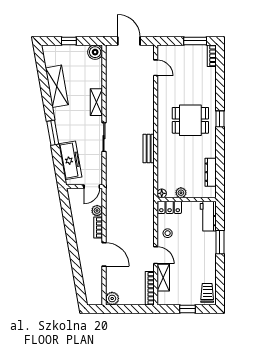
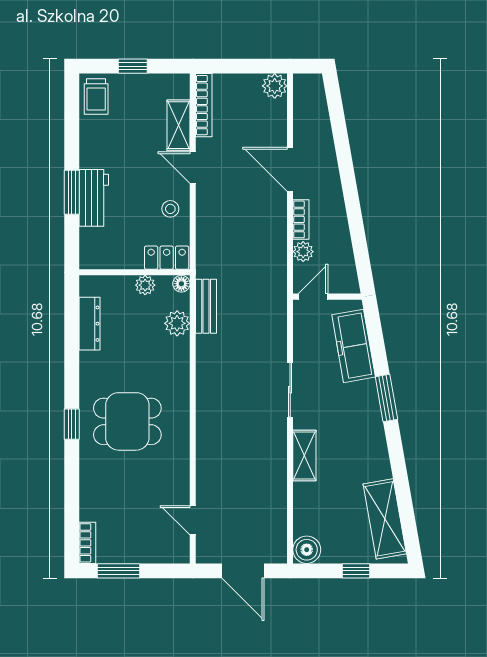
shelving: (57, 86) -> (385, 519), moved
bench: (149, 148) -> (206, 306), moved
plant: (164, 172) -> (177, 323), added
workbench: (208, 216) -> (94, 198), moved

